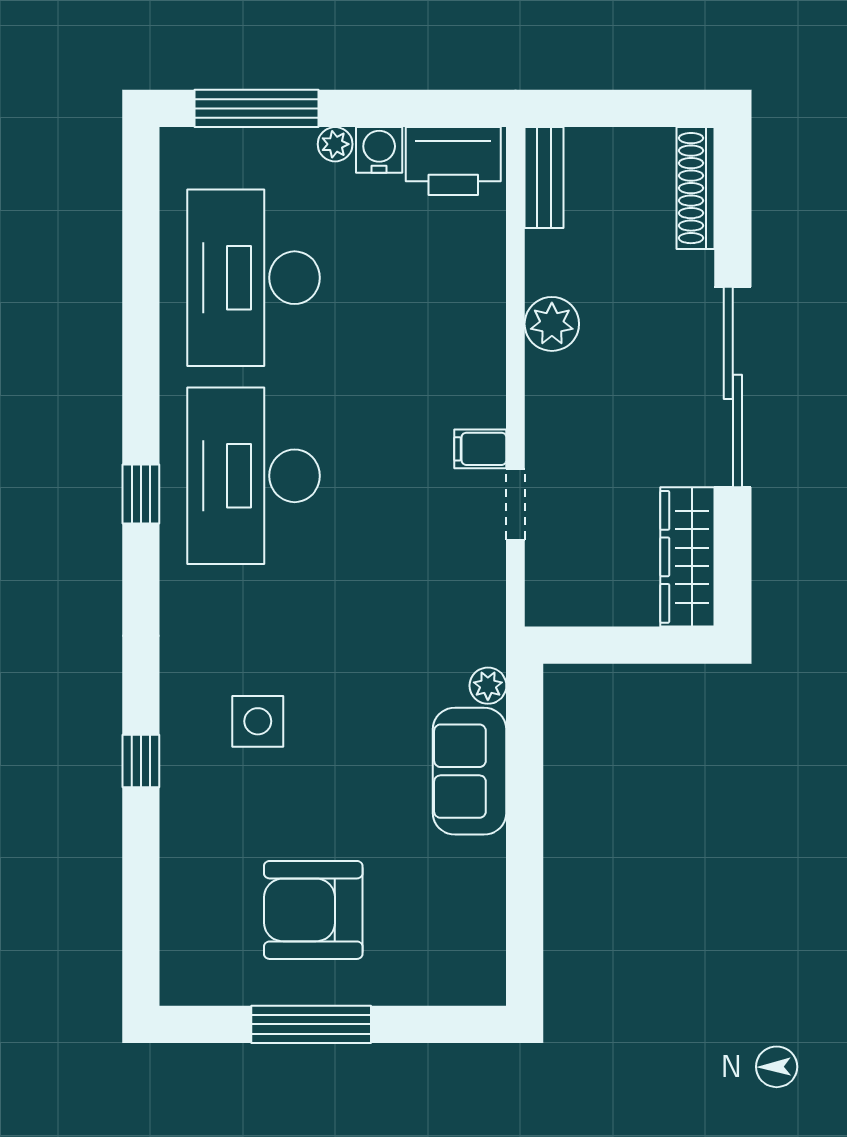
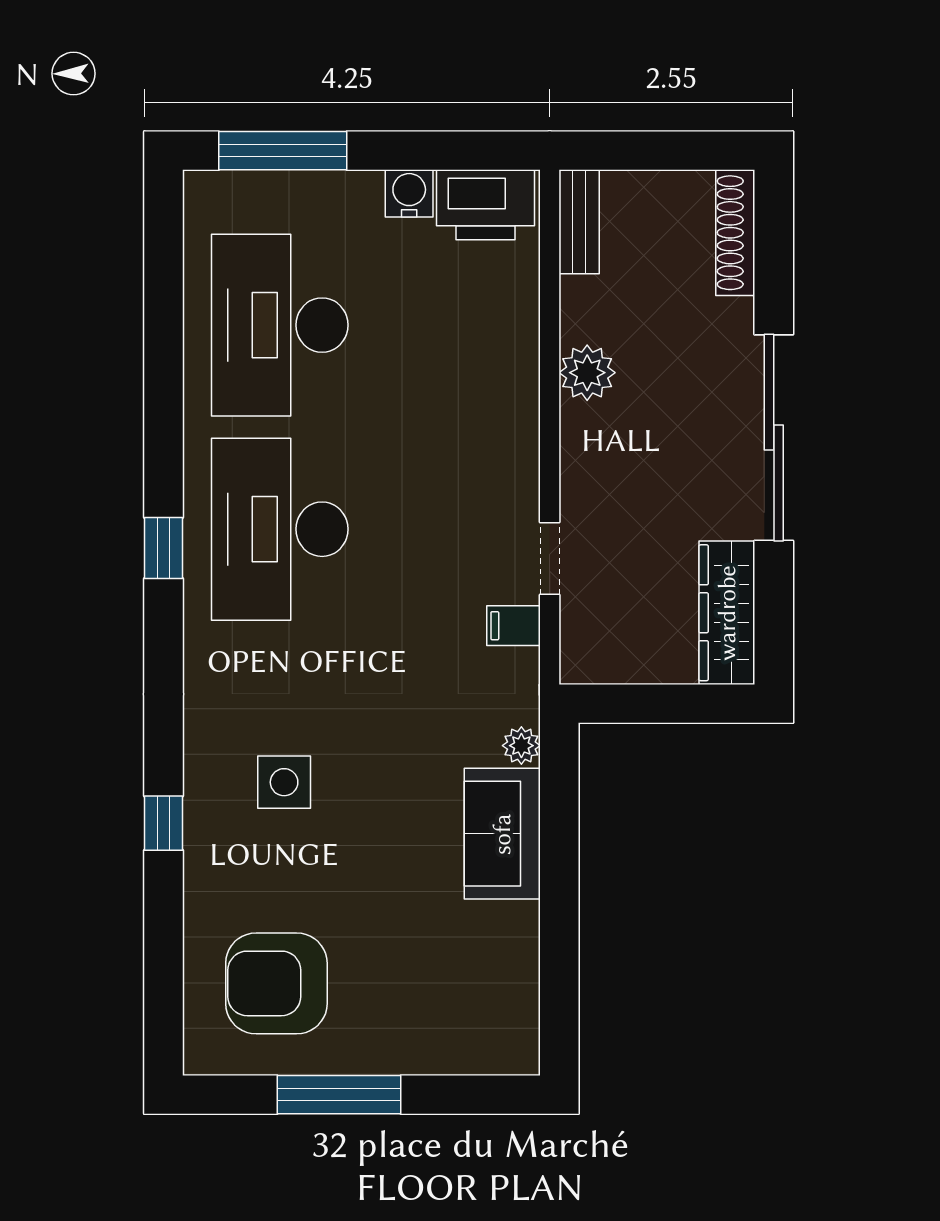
plant: (335, 144) -> (364, 187), removed
filing cabinet: (480, 449) -> (513, 626), moved
armchair: (313, 910) -> (276, 983), moved

